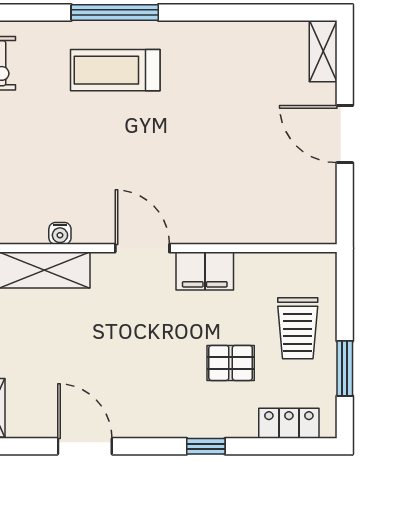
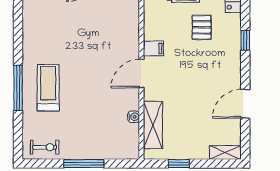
treadmill: (115, 70) -> (48, 88), turned 180
filing cabinet: (205, 271) -> (153, 48), width x0.50

